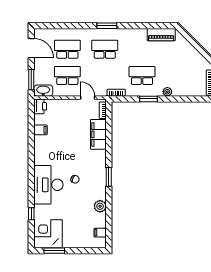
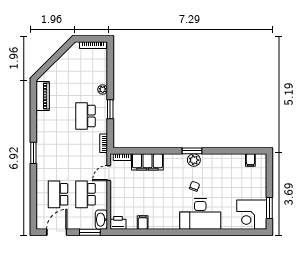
school desk: (105, 49) -> (58, 155), removed
plant: (100, 206) -> (194, 160), moved
window: (31, 214) -> (231, 232), removed

